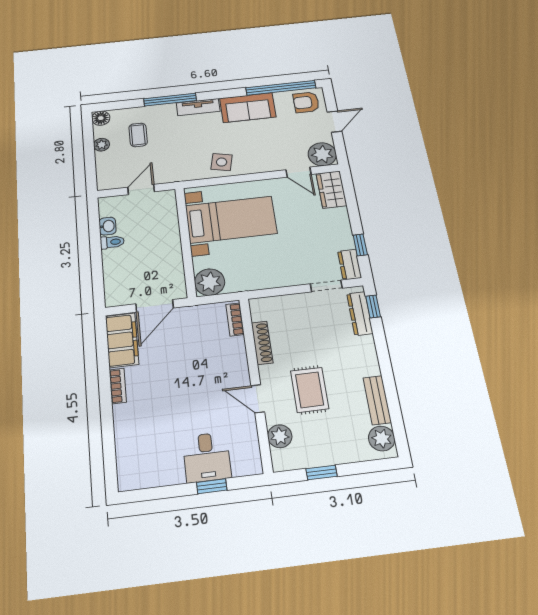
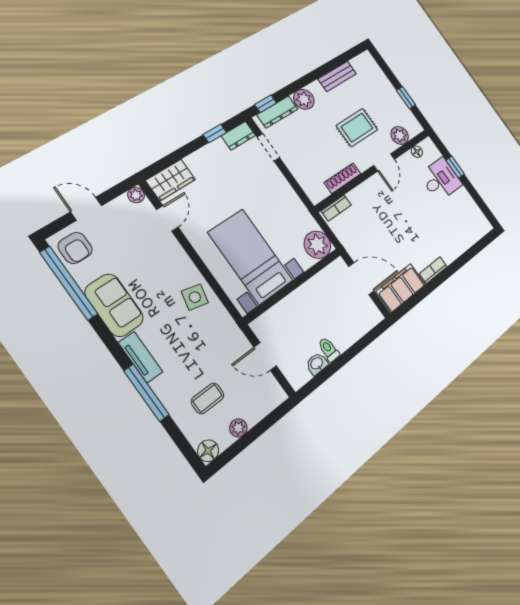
plant: (322, 154) -> (136, 195), width x0.53, depth x0.53
plant: (382, 438) -> (304, 99), moved
floor lamp: (252, 447) -> (417, 152), added

